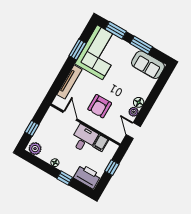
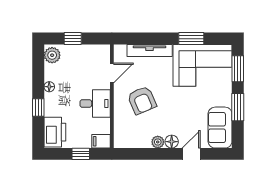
armchair: (100, 106) -> (142, 100), turned -113
door: (133, 131) -> (191, 154), moved
filing cabinet: (101, 143) -> (101, 141), moved

